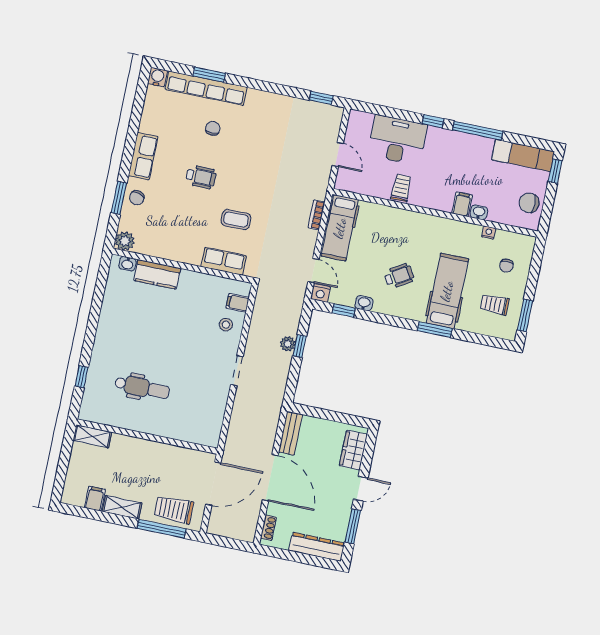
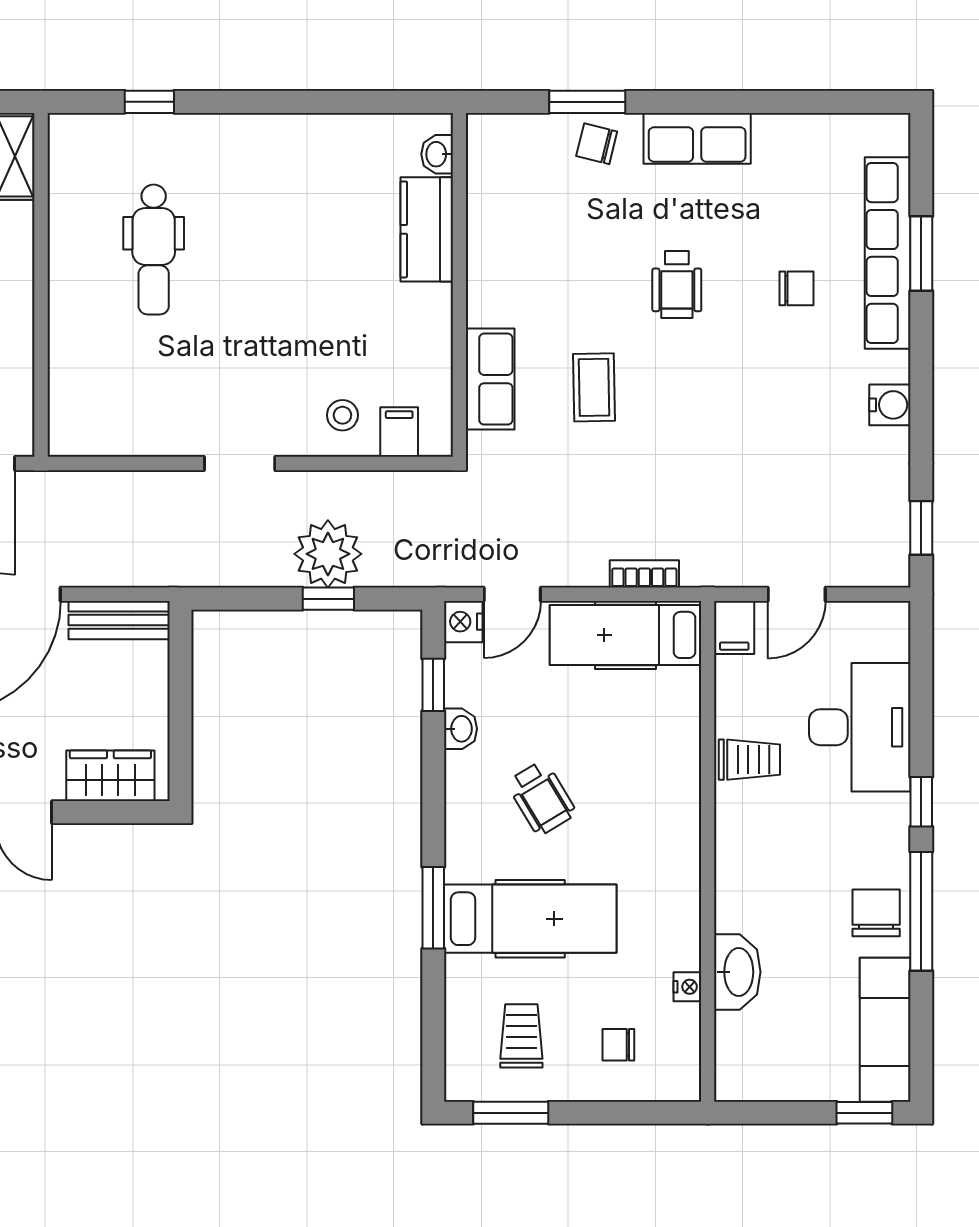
water cooler: (157, 77) -> (890, 405), moved
chair: (529, 203) -> (876, 913), moved
filing cabinet: (462, 204) -> (734, 627), moved, turned 90
washbasin: (479, 212) -> (737, 972), width x1.91, depth x1.45
plant: (125, 241) -> (489, 137), removed
plant: (288, 344) -> (328, 554), width x1.88, depth x1.88

